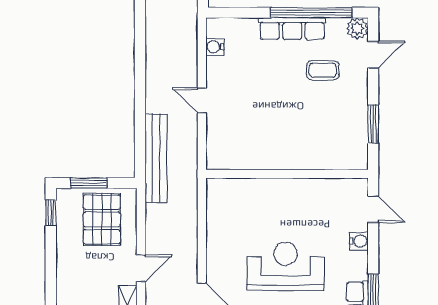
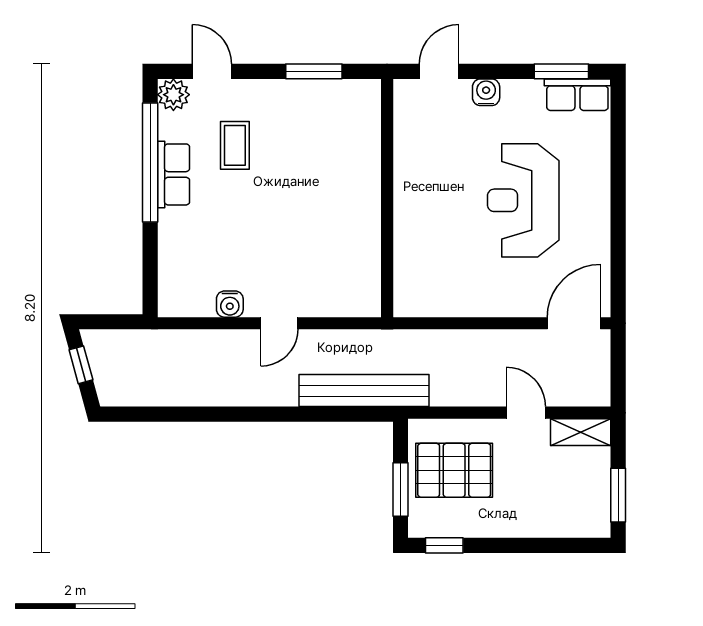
row of seats: (292, 29) -> (174, 174), width x0.68
water cooler: (215, 47) -> (230, 304), moved

